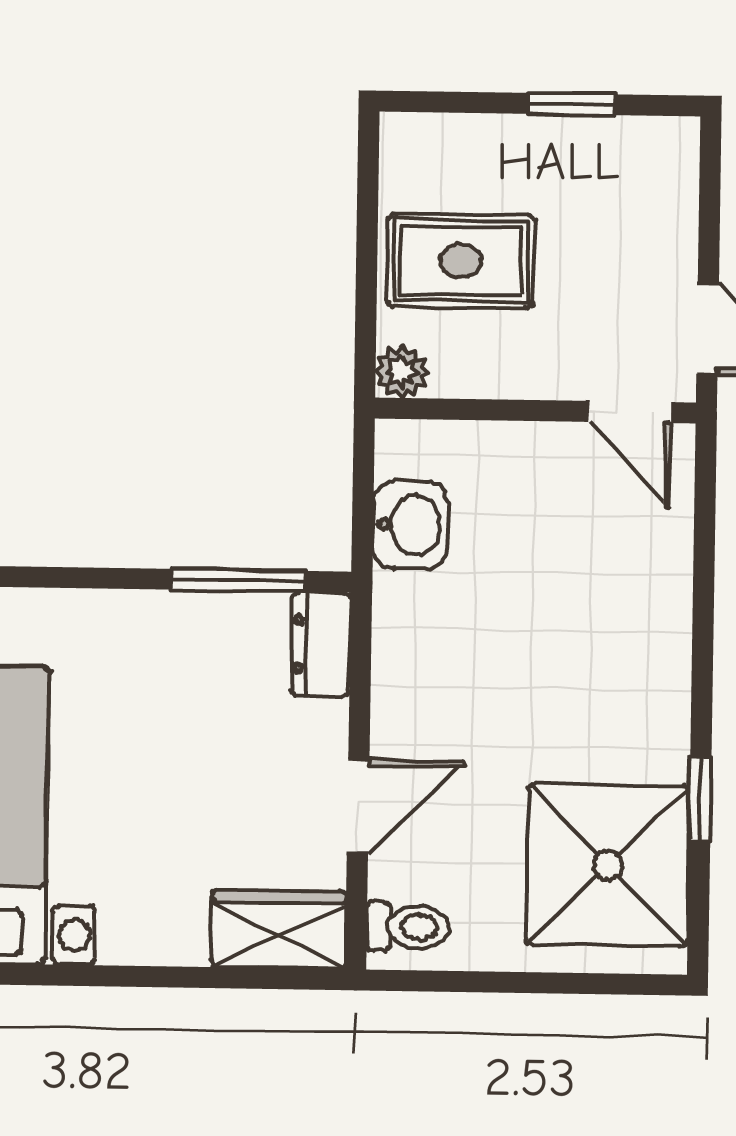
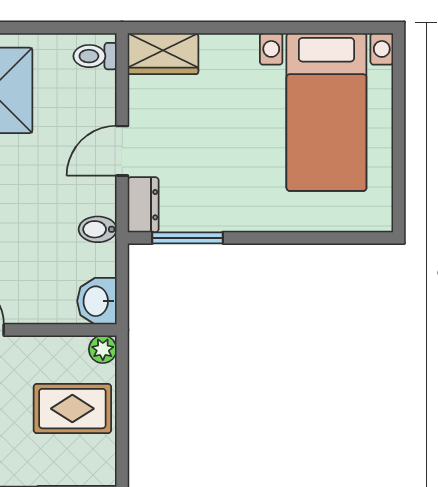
washbasin: (410, 525) -> (97, 301), moved
bidet: (408, 599) -> (98, 229), added
door: (358, 806) -> (122, 151), moved

